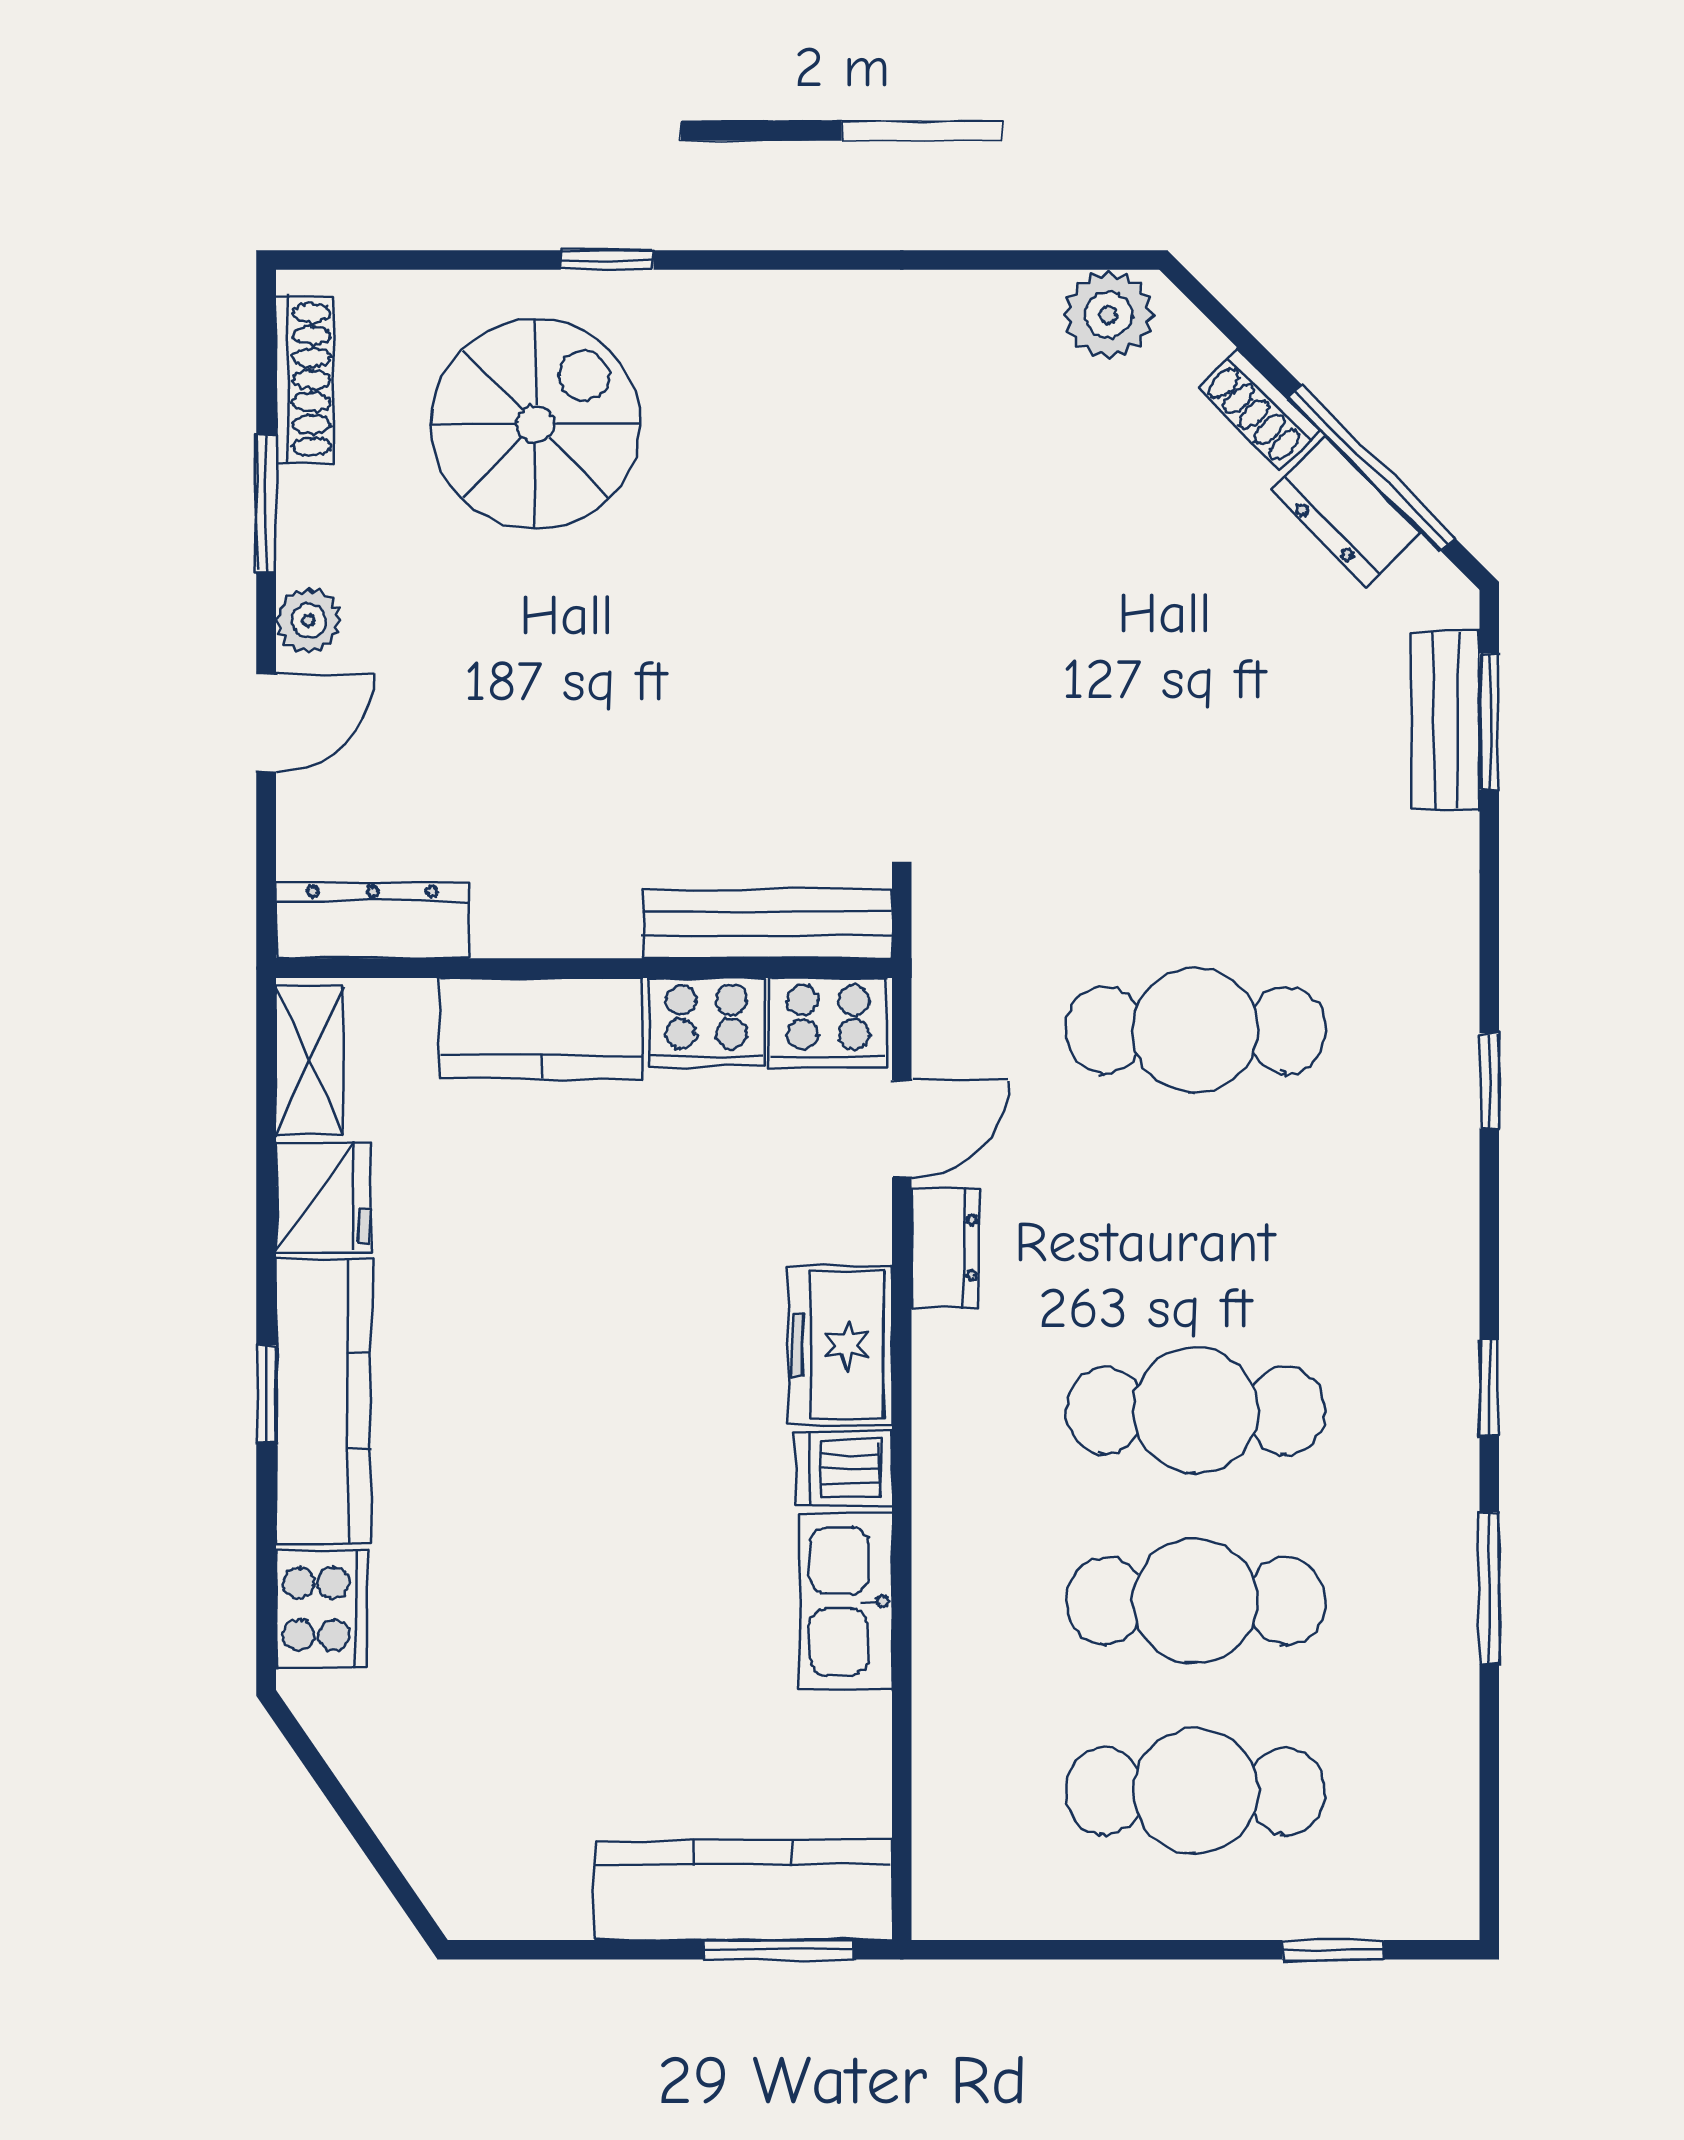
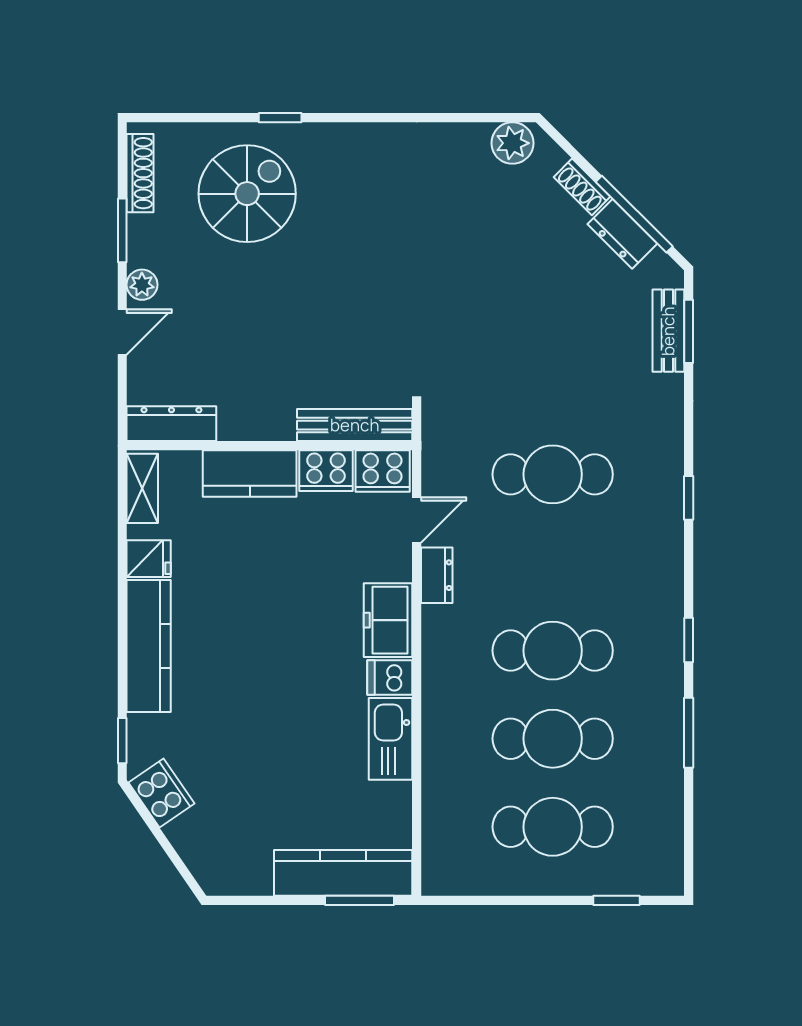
fridge: (323, 1197) -> (149, 559), width x0.72
window: (266, 1394) -> (122, 741), moved
cooker: (322, 1609) -> (162, 793), moved, turned -35

